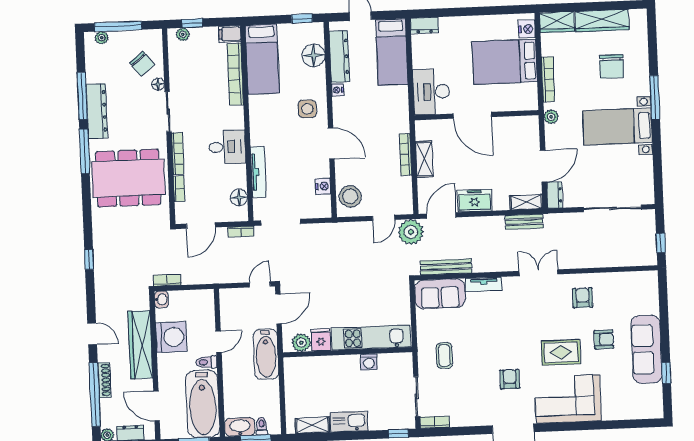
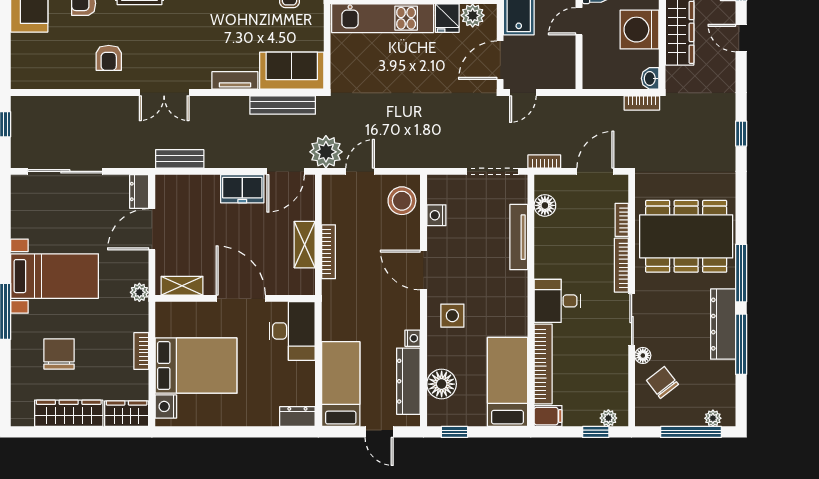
bookcase: (548, 79) -> (141, 351), width x0.64
desk: (227, 147) -> (557, 301), moved
shelving: (526, 202) -> (182, 286), moved

